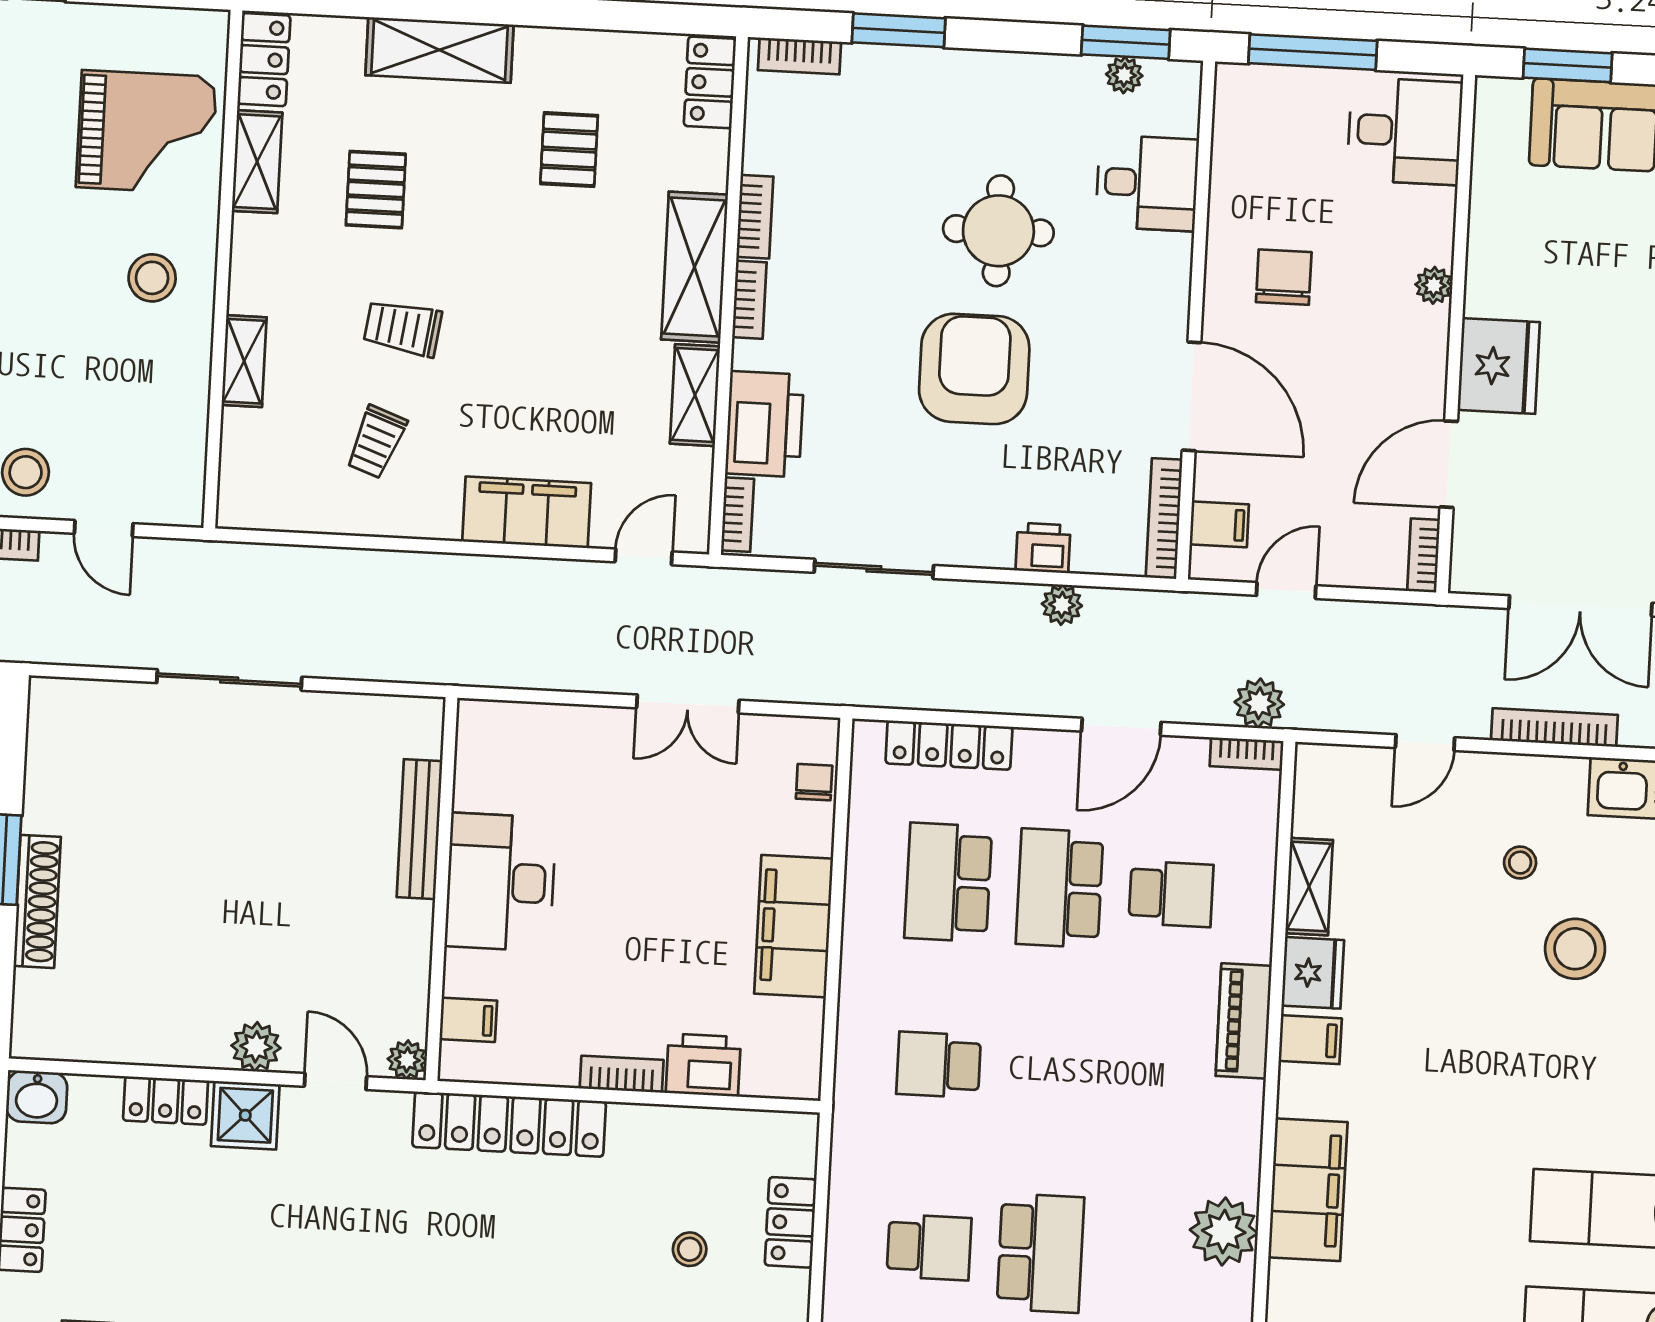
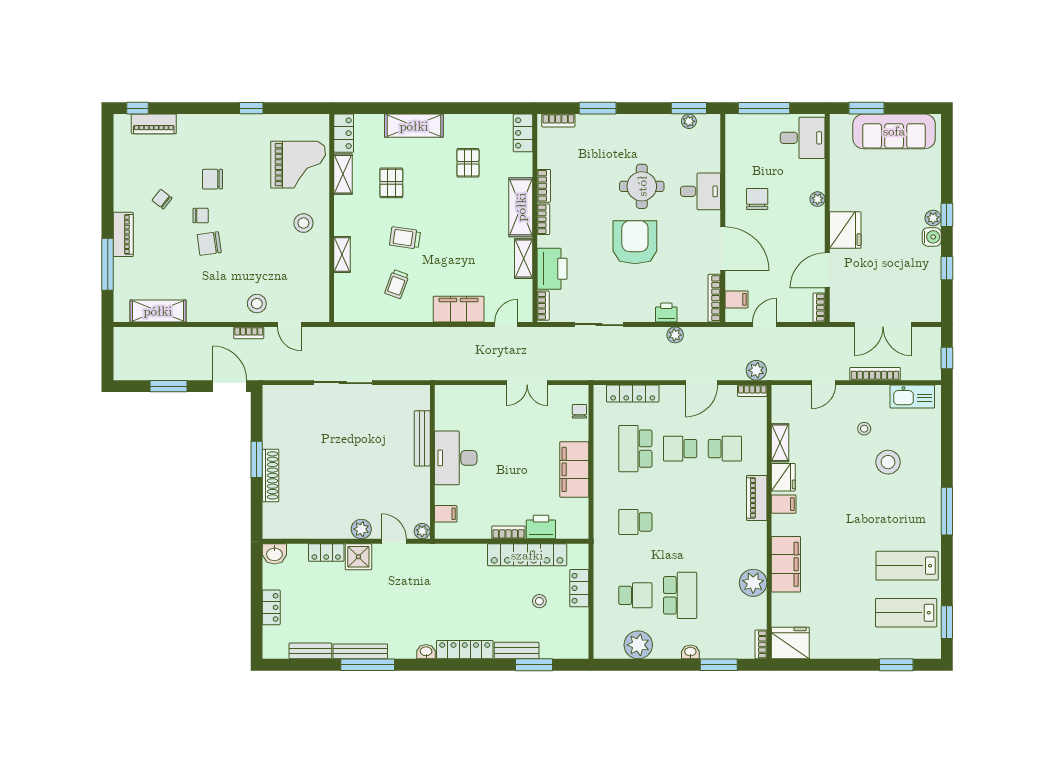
desk: (1147, 183) -> (700, 191), moved
school desk: (1060, 888) -> (680, 449), width x0.54
locker: (509, 1124) -> (527, 555), moved

